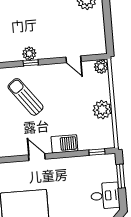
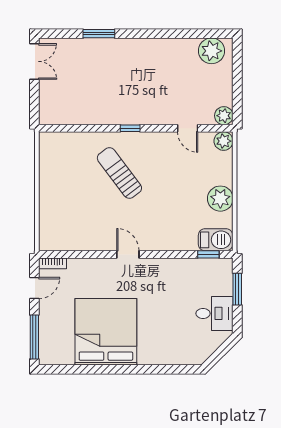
plant: (29, 54) -> (224, 116), moved
barbecue: (64, 144) -> (216, 240), moved

